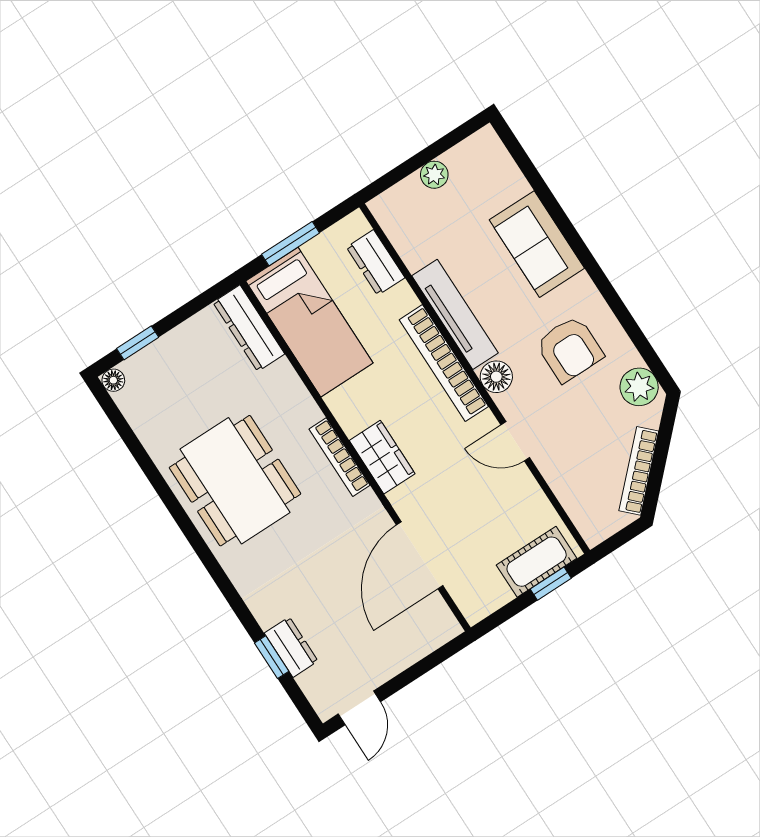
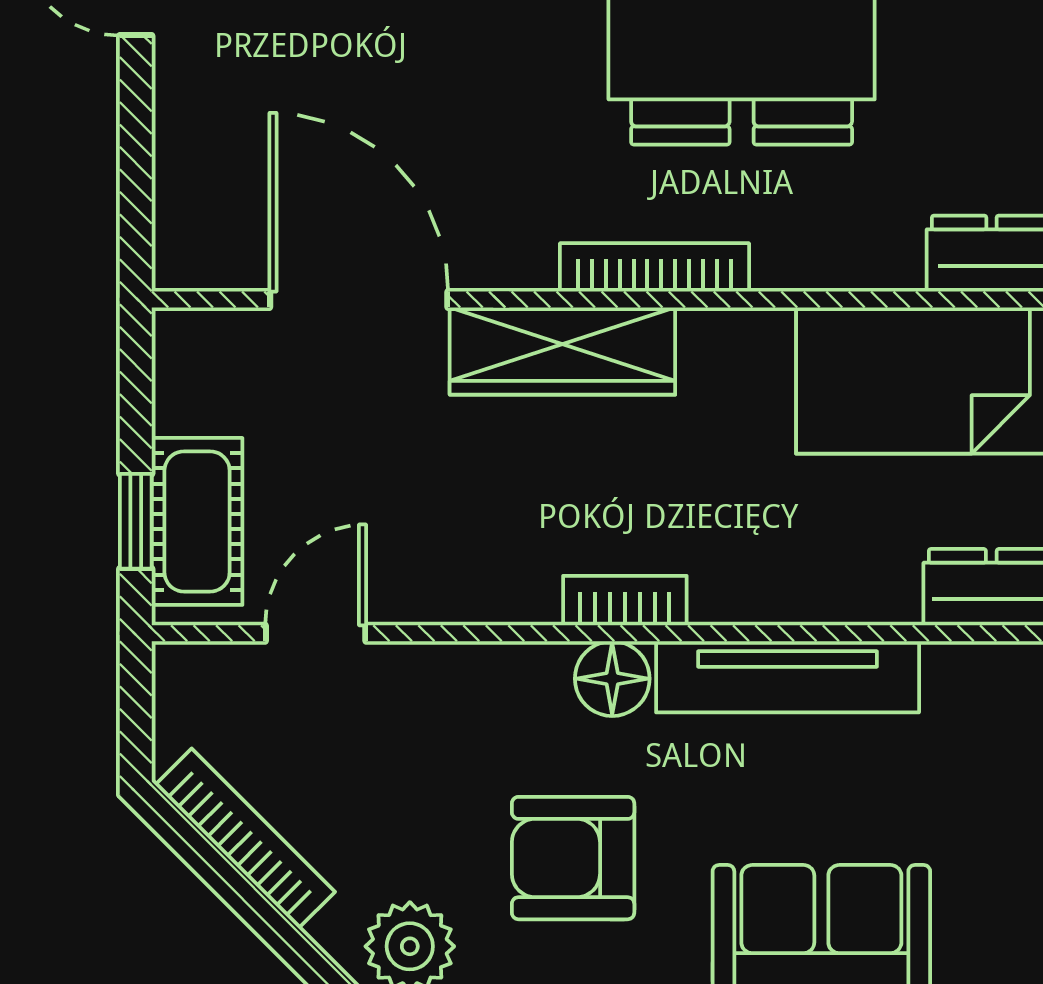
bookcase: (444, 363) -> (625, 601), width x0.43, depth x0.76
door: (515, 441) -> (316, 633), moved
wardrobe: (382, 457) -> (562, 351), width x1.50

